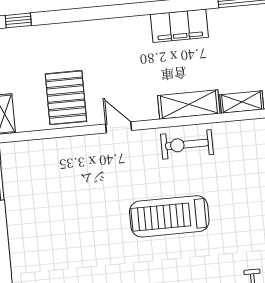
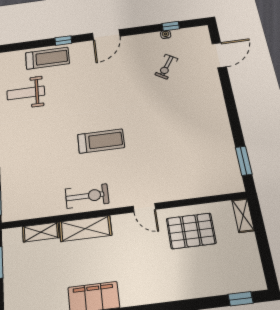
pallet: (66, 98) -> (191, 231), turned 90
treadmill: (169, 216) -> (101, 141), width x0.73, depth x0.73

